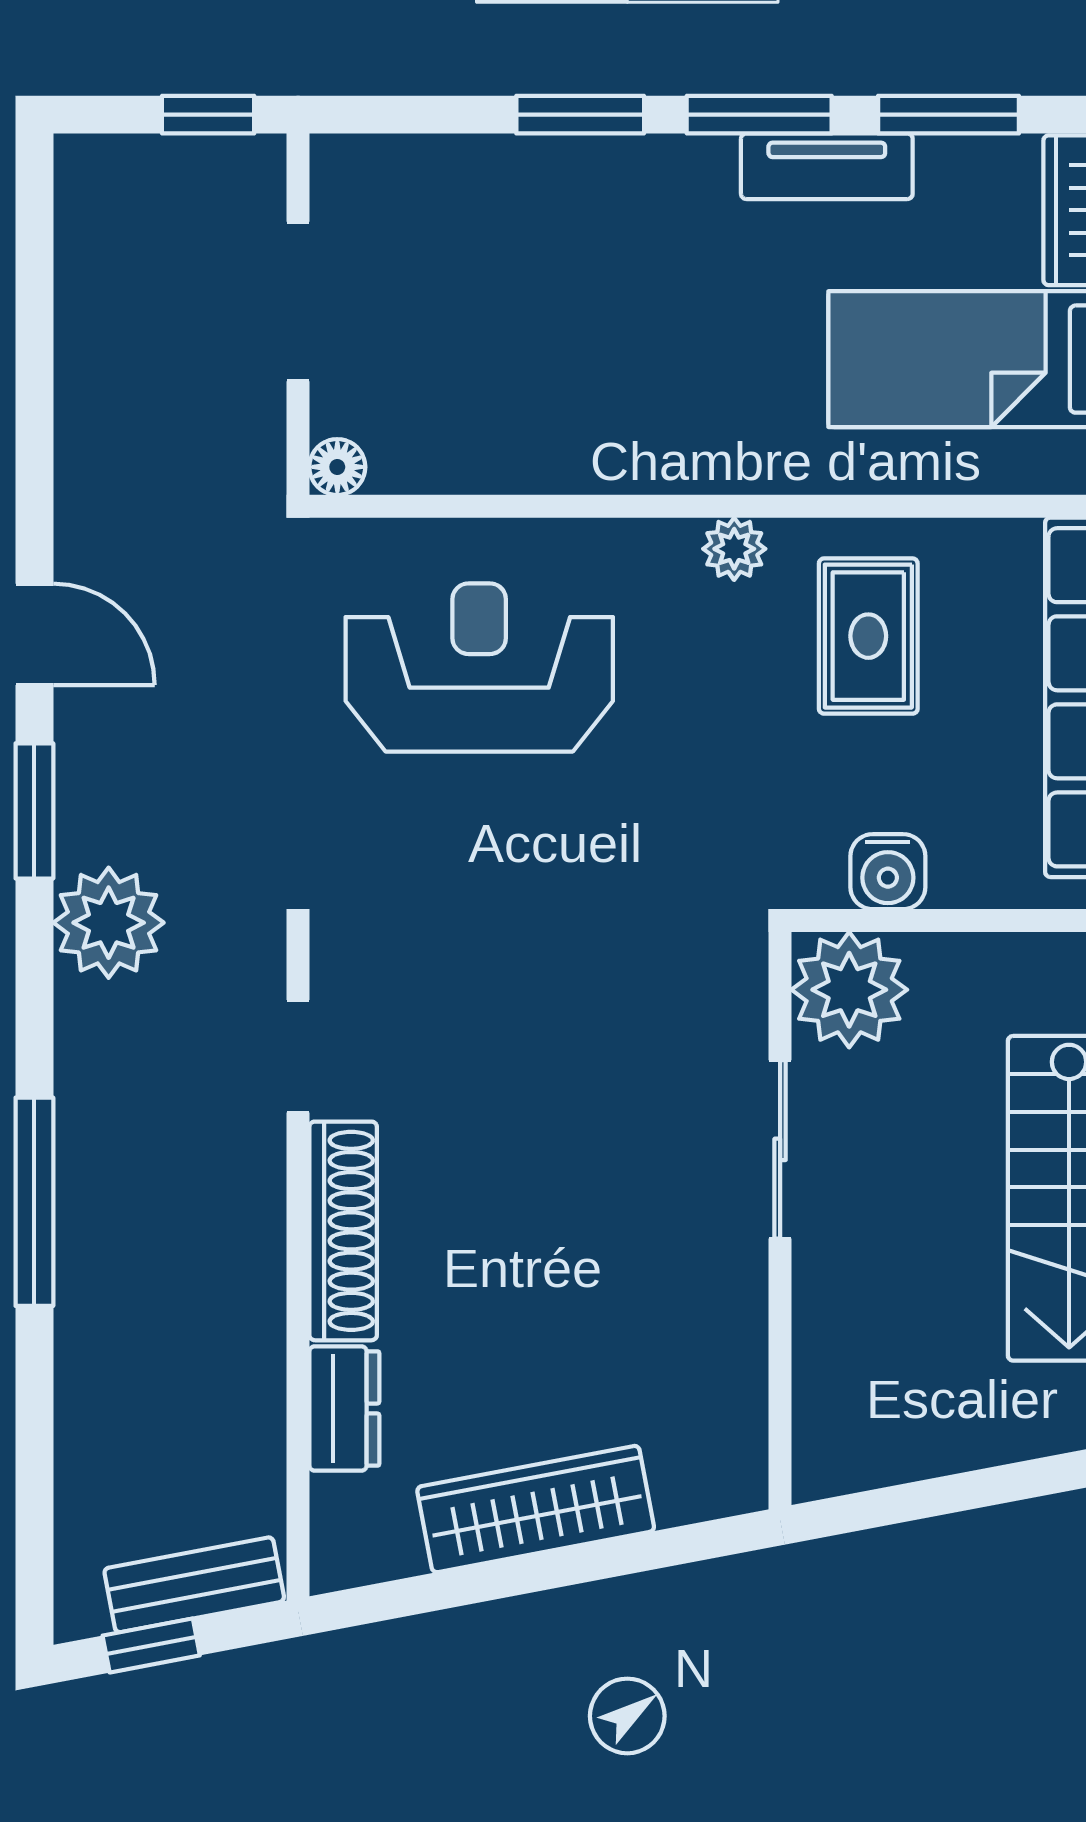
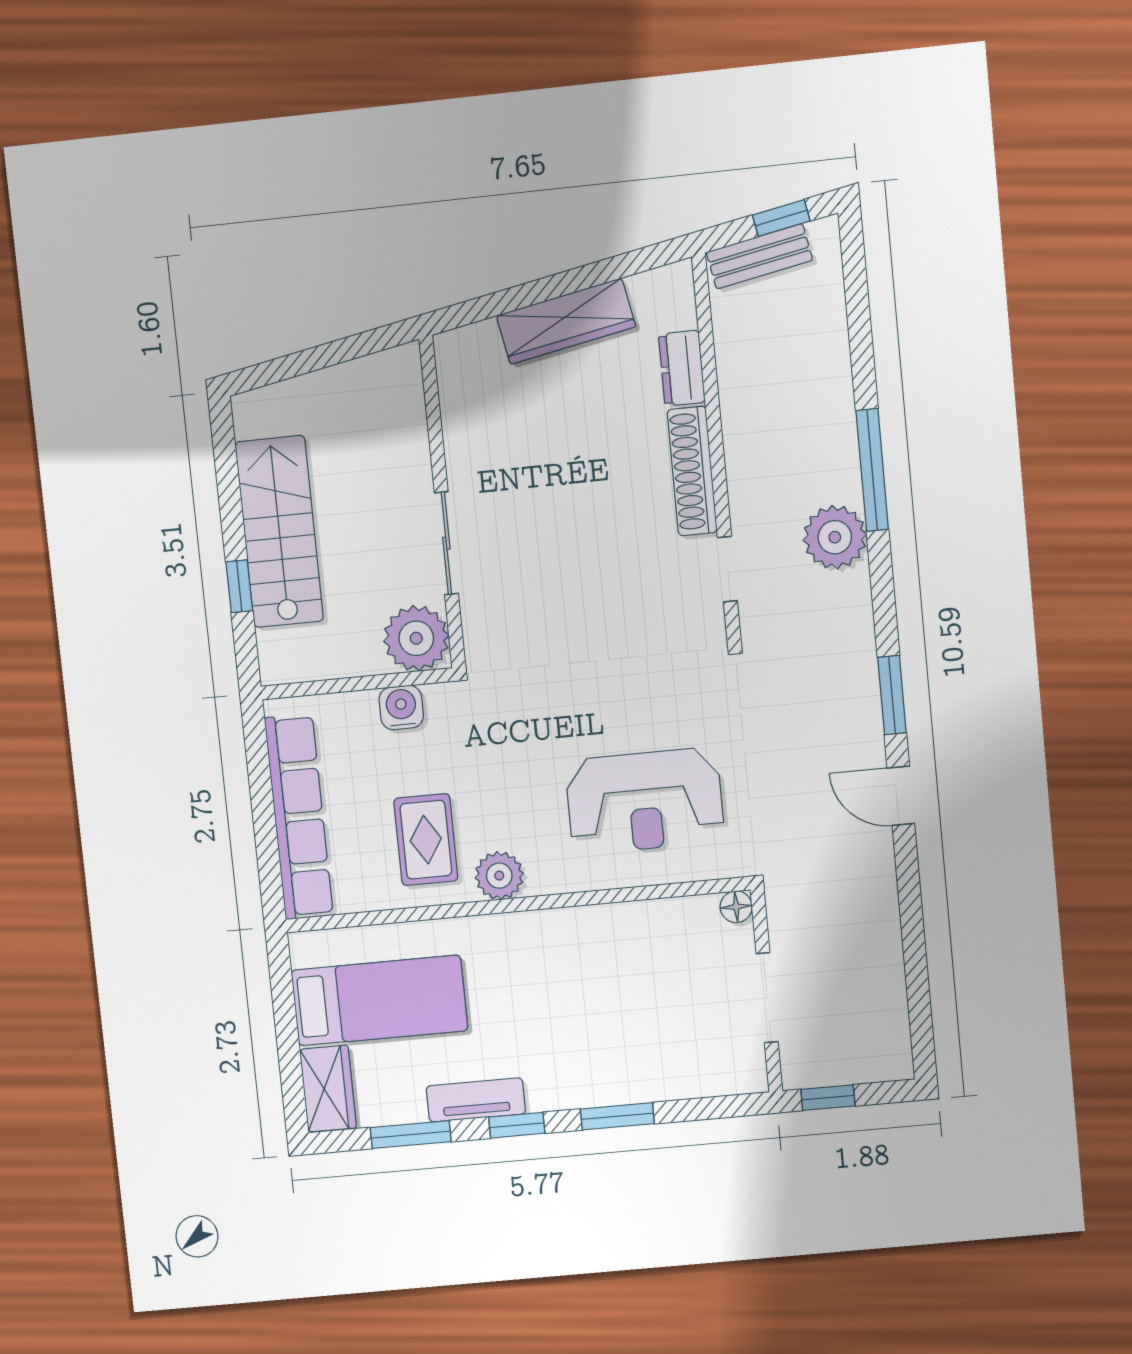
window: (759, 115) -> (517, 1125), width x0.67
plant: (734, 549) -> (499, 876), width x1.38, depth x1.38
plant: (109, 923) -> (835, 537), moved

